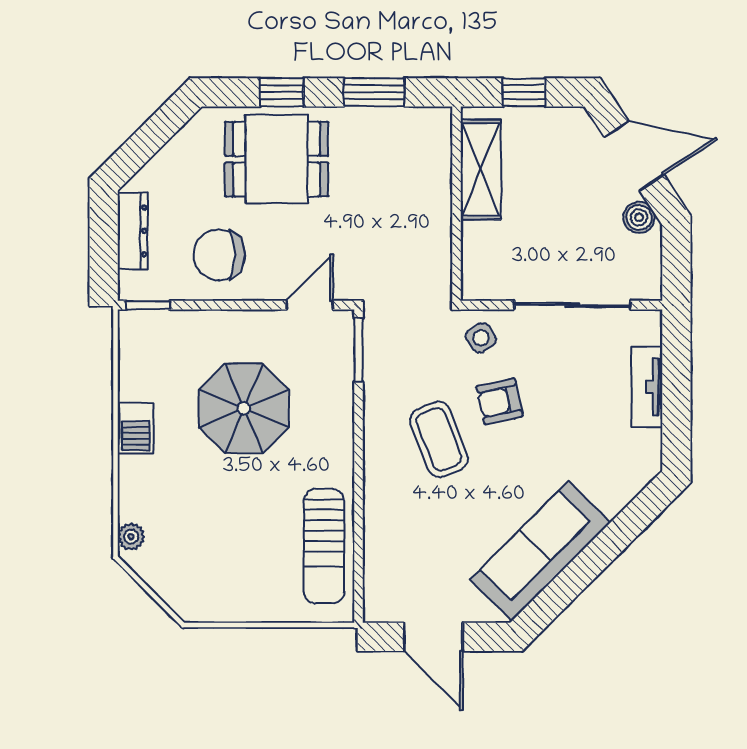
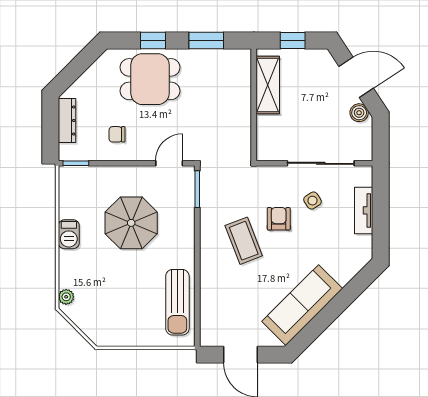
chair: (219, 255) -> (117, 134), width x0.54, depth x0.54
side table: (481, 338) -> (312, 201), moved
armchair: (500, 401) -> (279, 219), turned 102

